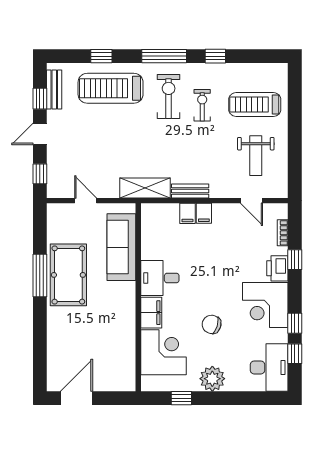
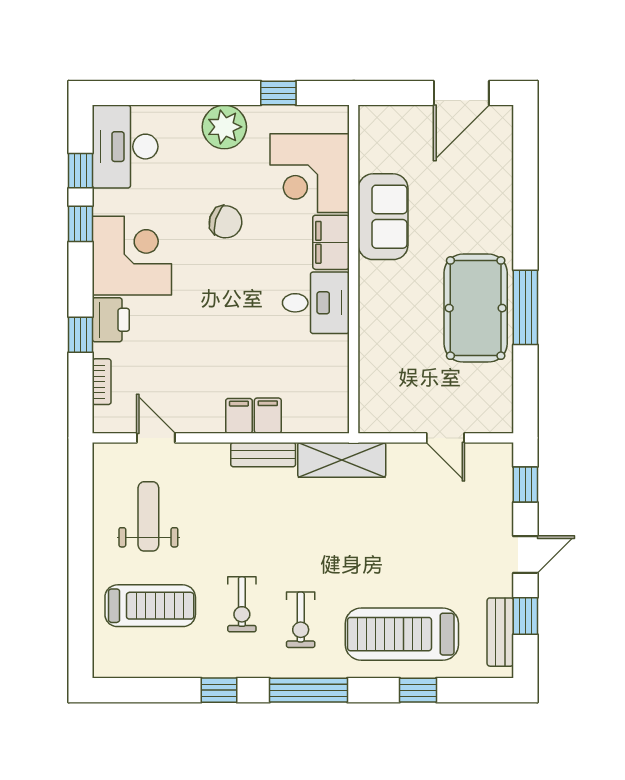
treadmill: (111, 88) -> (402, 634), turned 180
exercise bike: (169, 96) -> (301, 620), width x0.73, depth x0.72
sofa: (121, 247) -> (383, 217), moved, width x0.73

